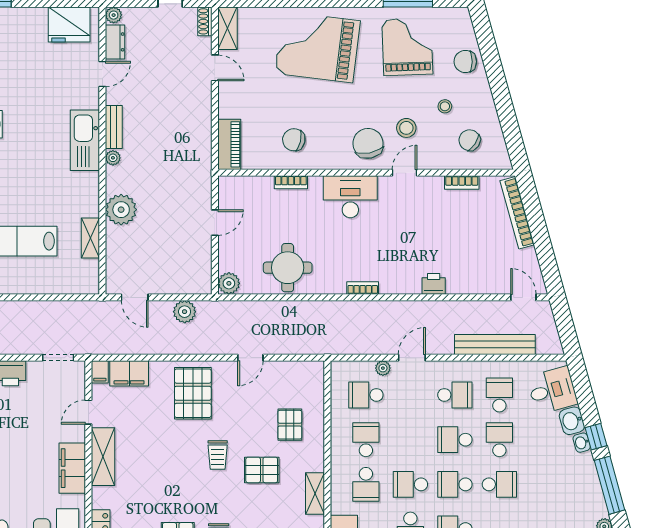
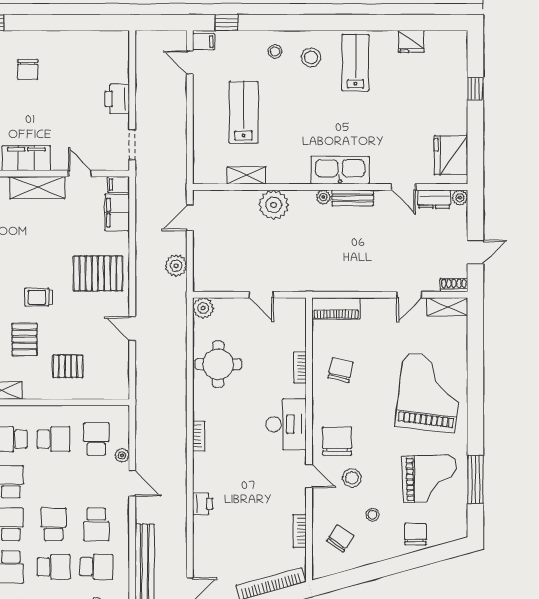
chair: (368, 143) -> (337, 441), turned -78

